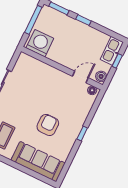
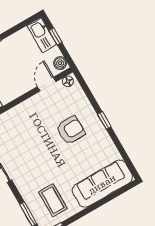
armchair: (48, 125) -> (71, 130), moved, turned 90

